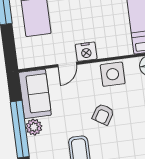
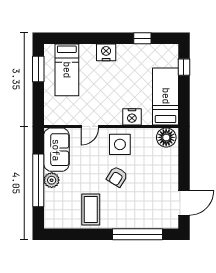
nightstand: (86, 52) -> (132, 117), moved
side table: (113, 74) -> (120, 144), moved

